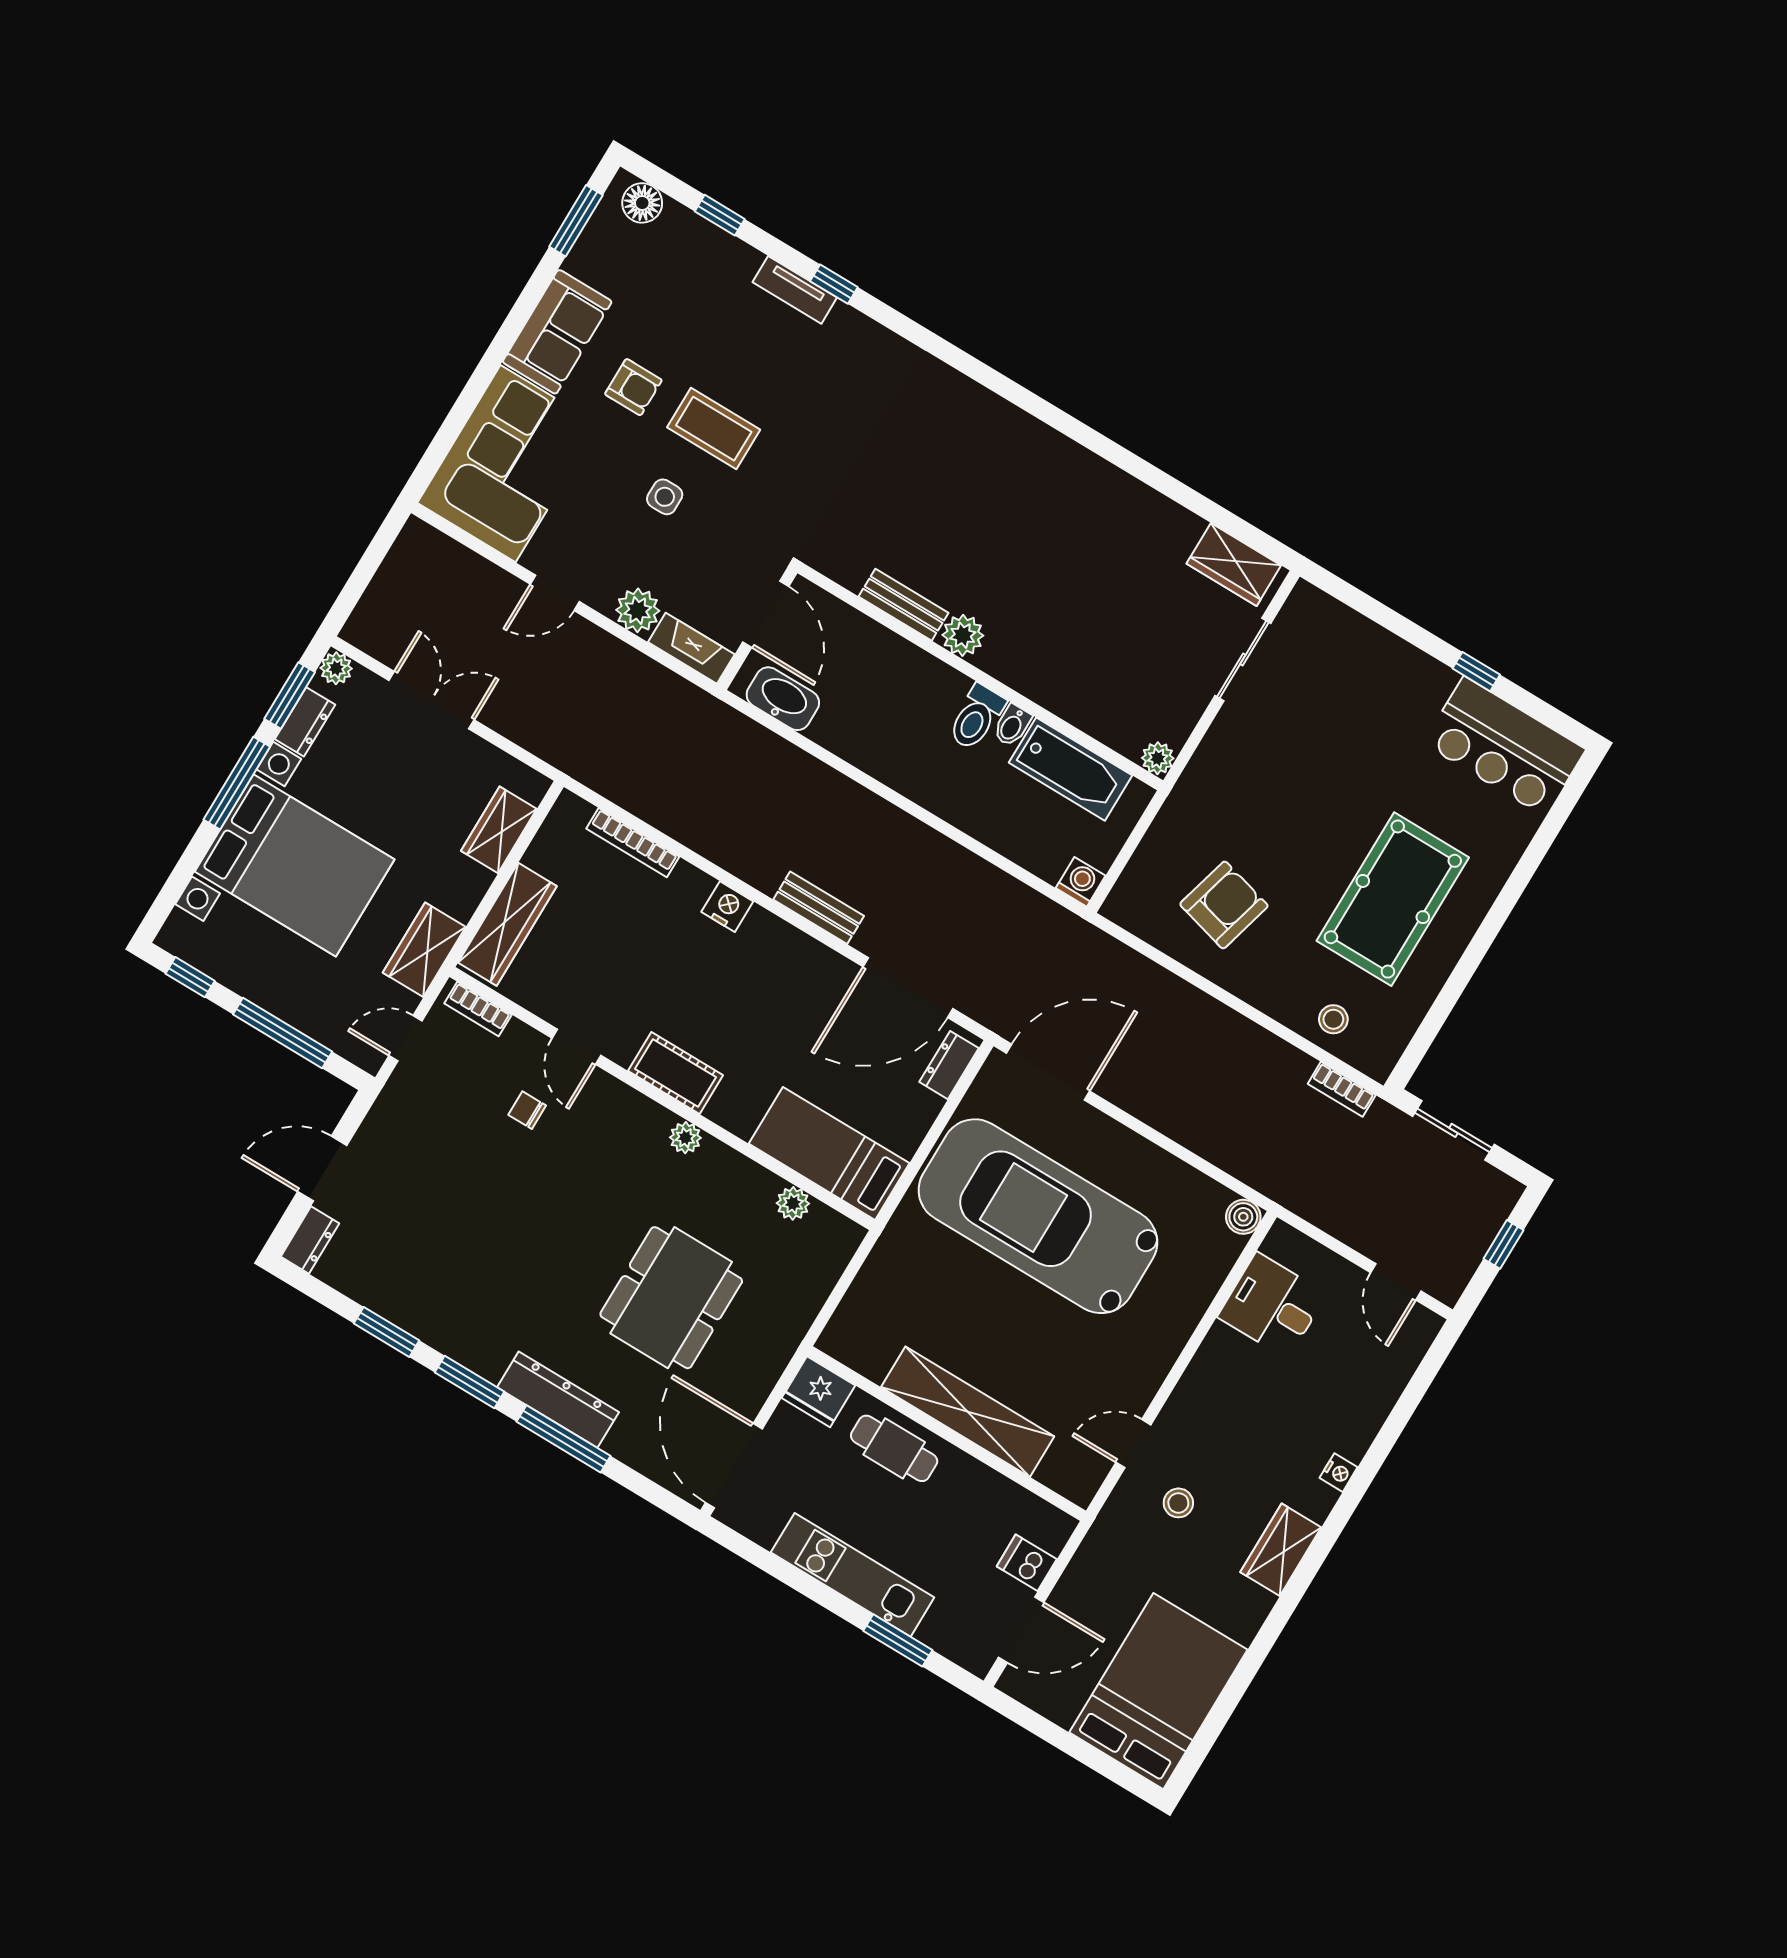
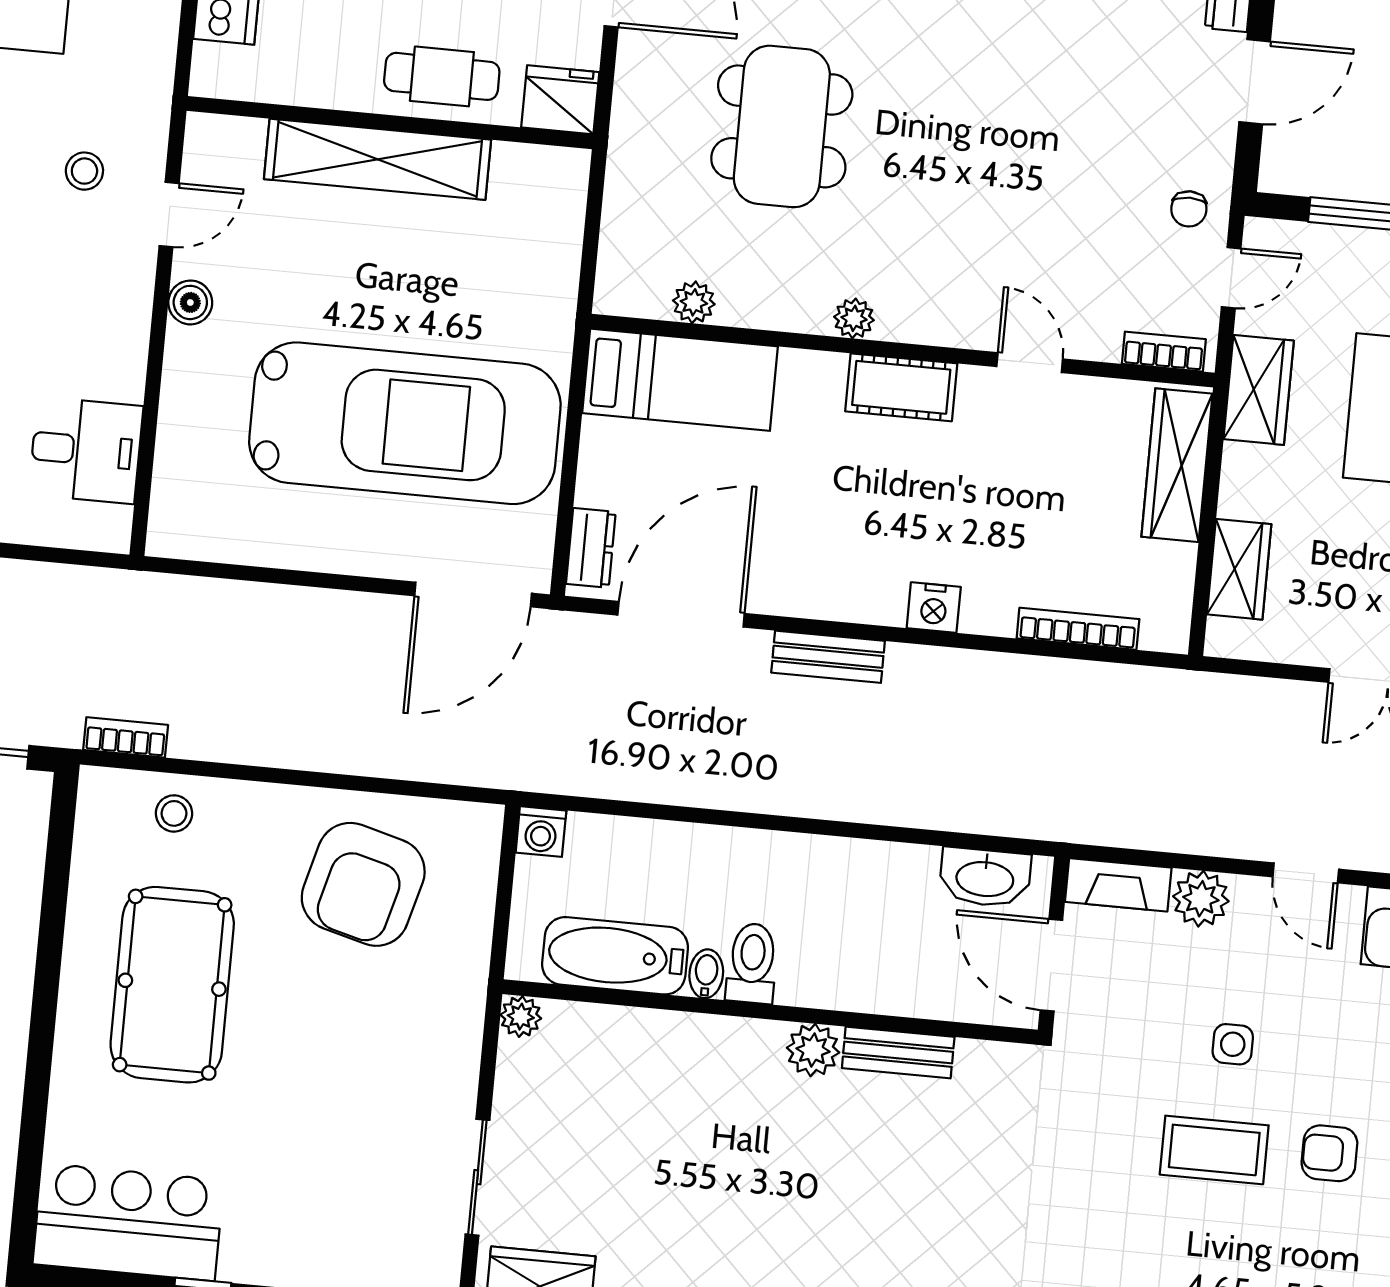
door: (555, 593) -> (1306, 873), swing flipped
armchair: (1224, 905) -> (363, 884), width x1.36, depth x1.36
chair: (527, 1110) -> (1189, 209), moved, turned 90
boiler: (1243, 1217) -> (190, 302), moved

